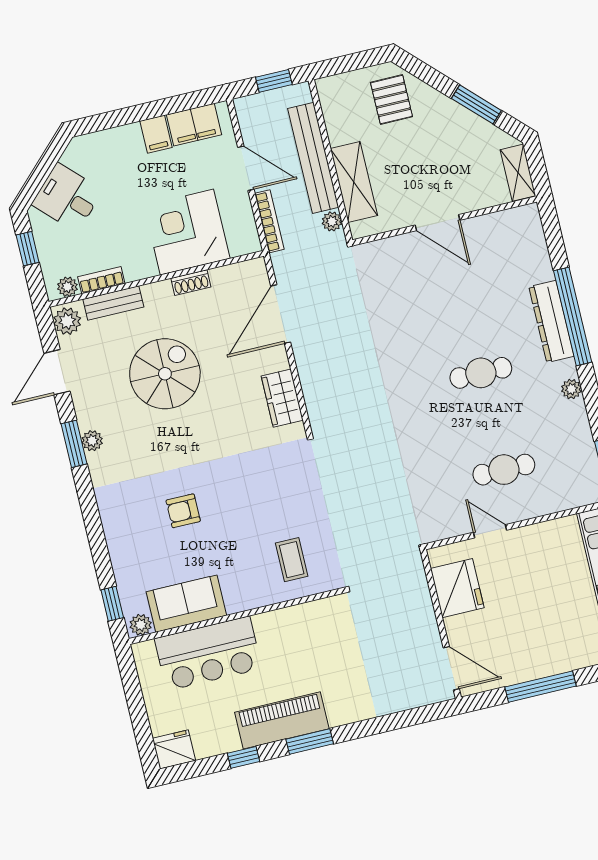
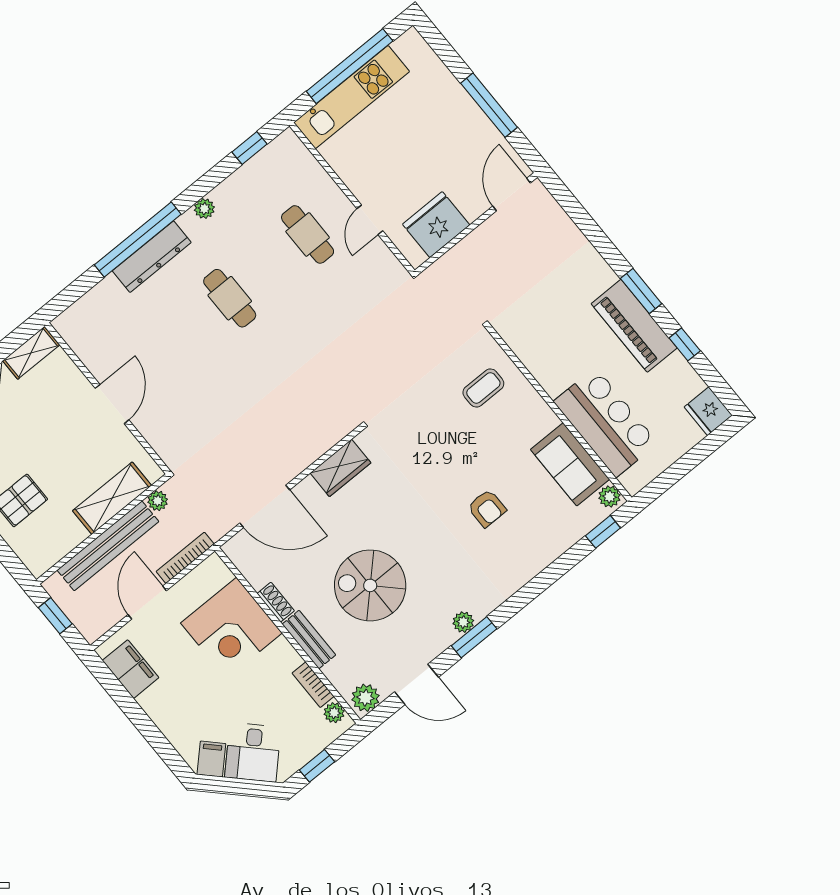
filing cabinet: (156, 134) -> (211, 759), moved, turned -45
bench: (113, 303) -> (309, 640), moved

